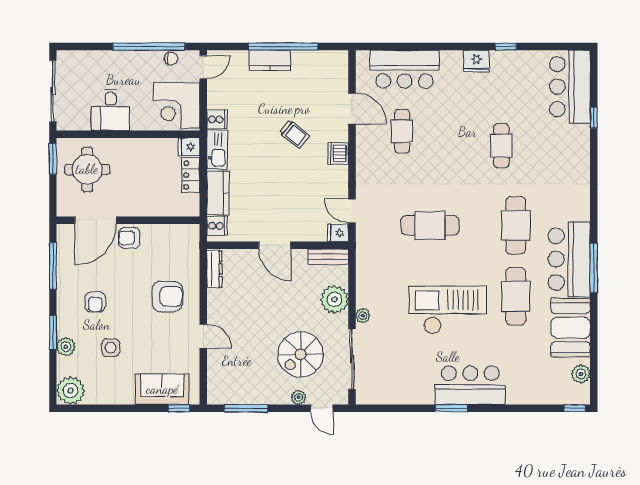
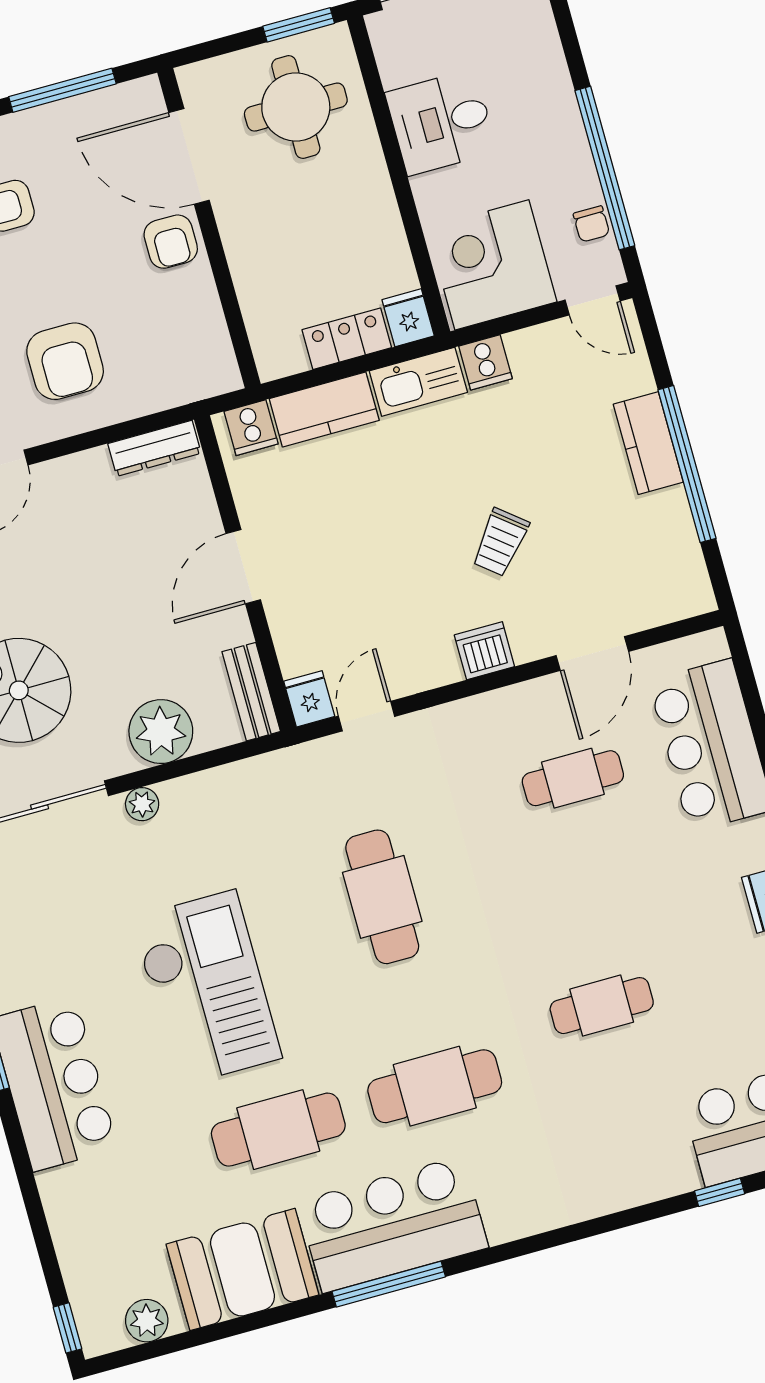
armchair: (129, 238) -> (171, 242), turned 180

